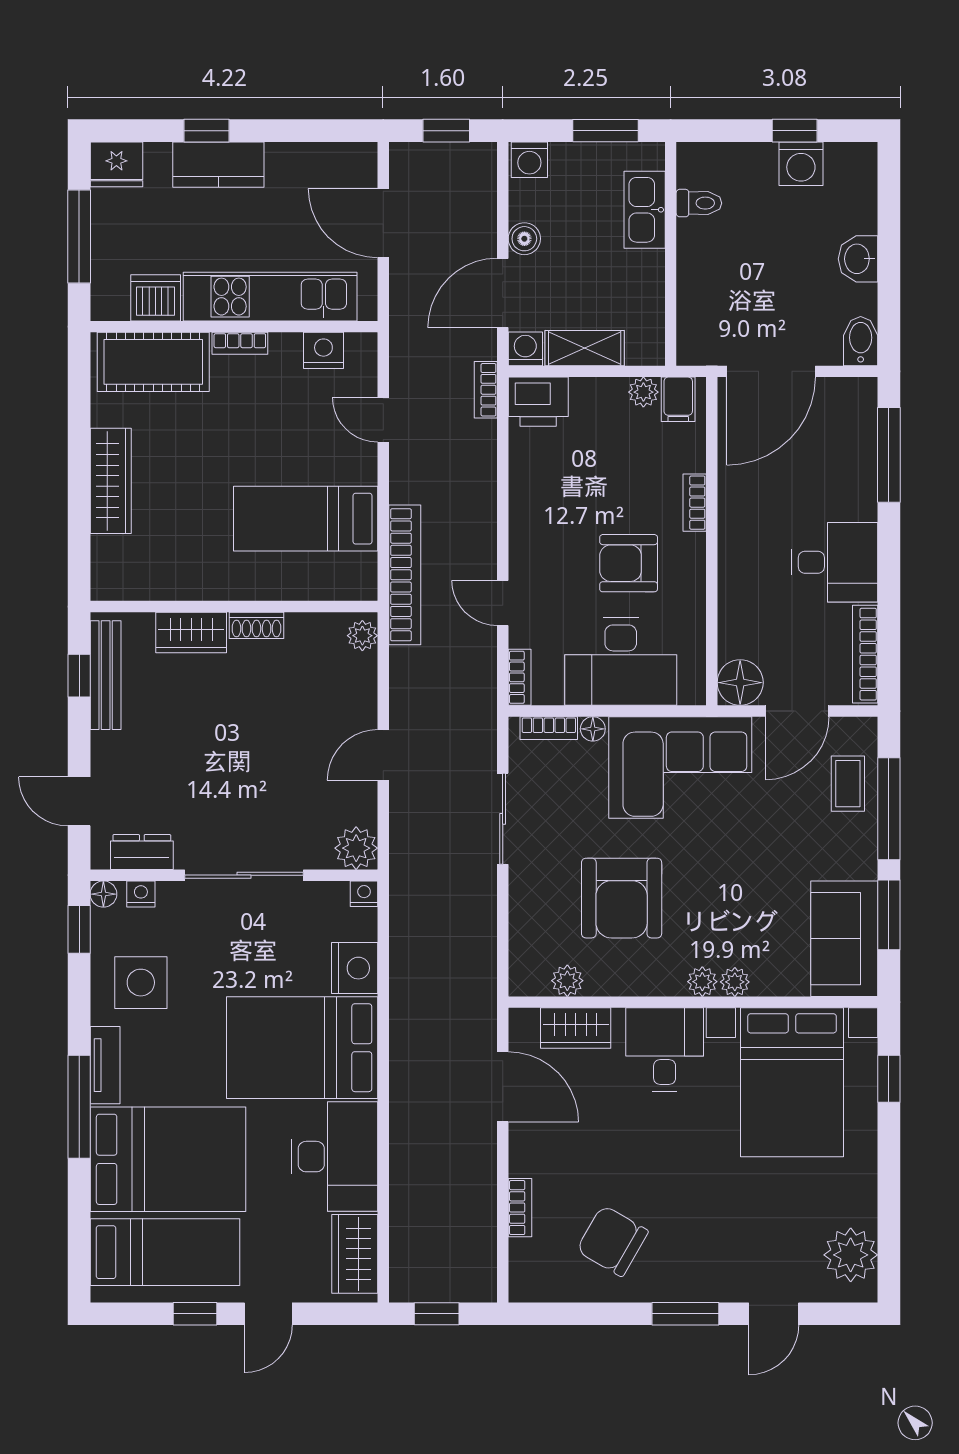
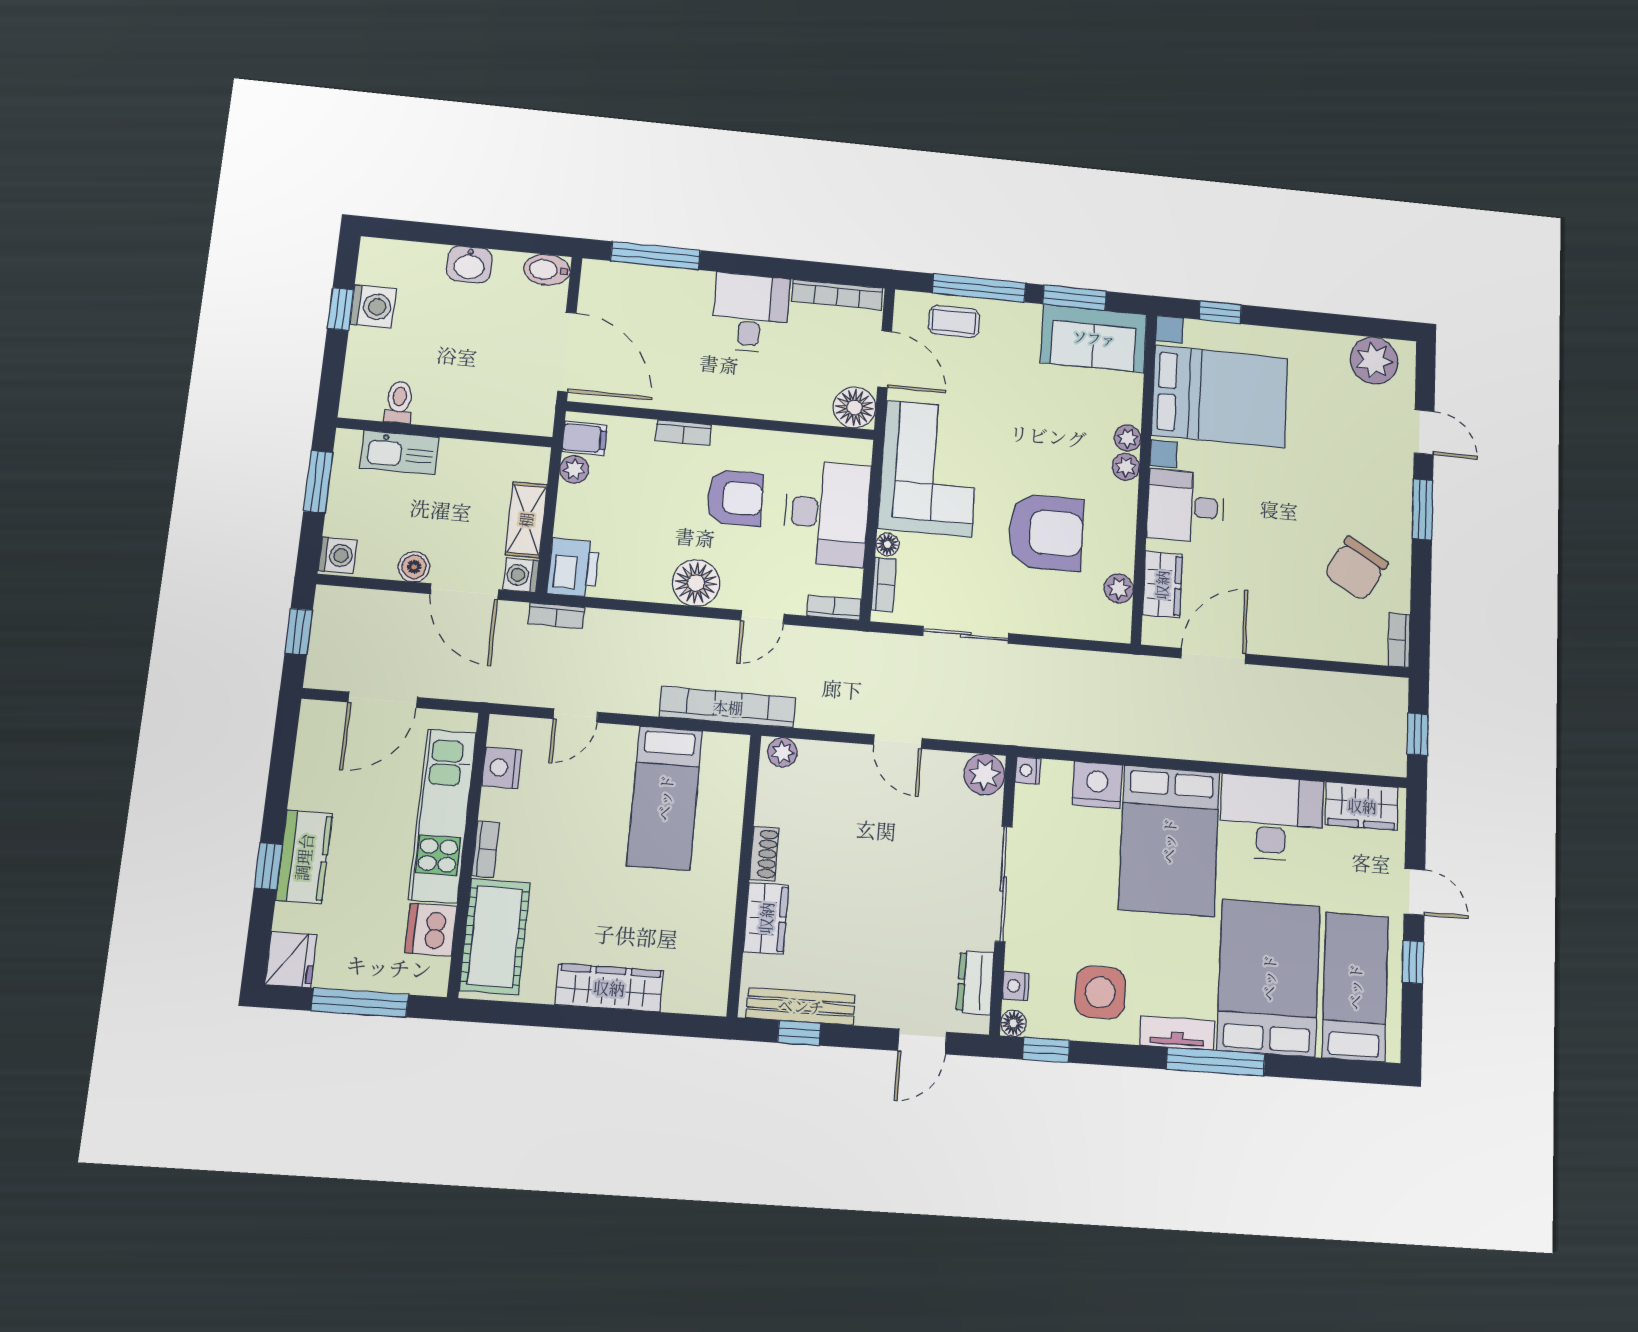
floor lamp: (533, 530) -> (696, 583), added
armchair: (629, 563) -> (735, 498), turned -90
bookcase: (520, 1208) -> (1399, 640), moved, turned -90

